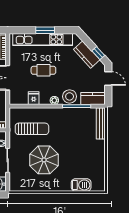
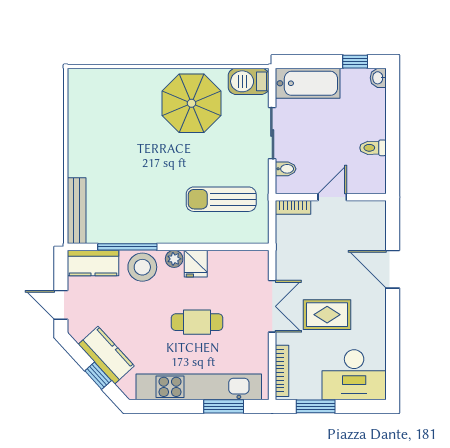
window: (45, 30) -> (224, 406), moved
window: (98, 53) -> (98, 376), moved
fridge: (34, 98) -> (196, 264), moved
parasol: (44, 160) -> (192, 103), moved
barbecue: (81, 185) -> (249, 81), moved

